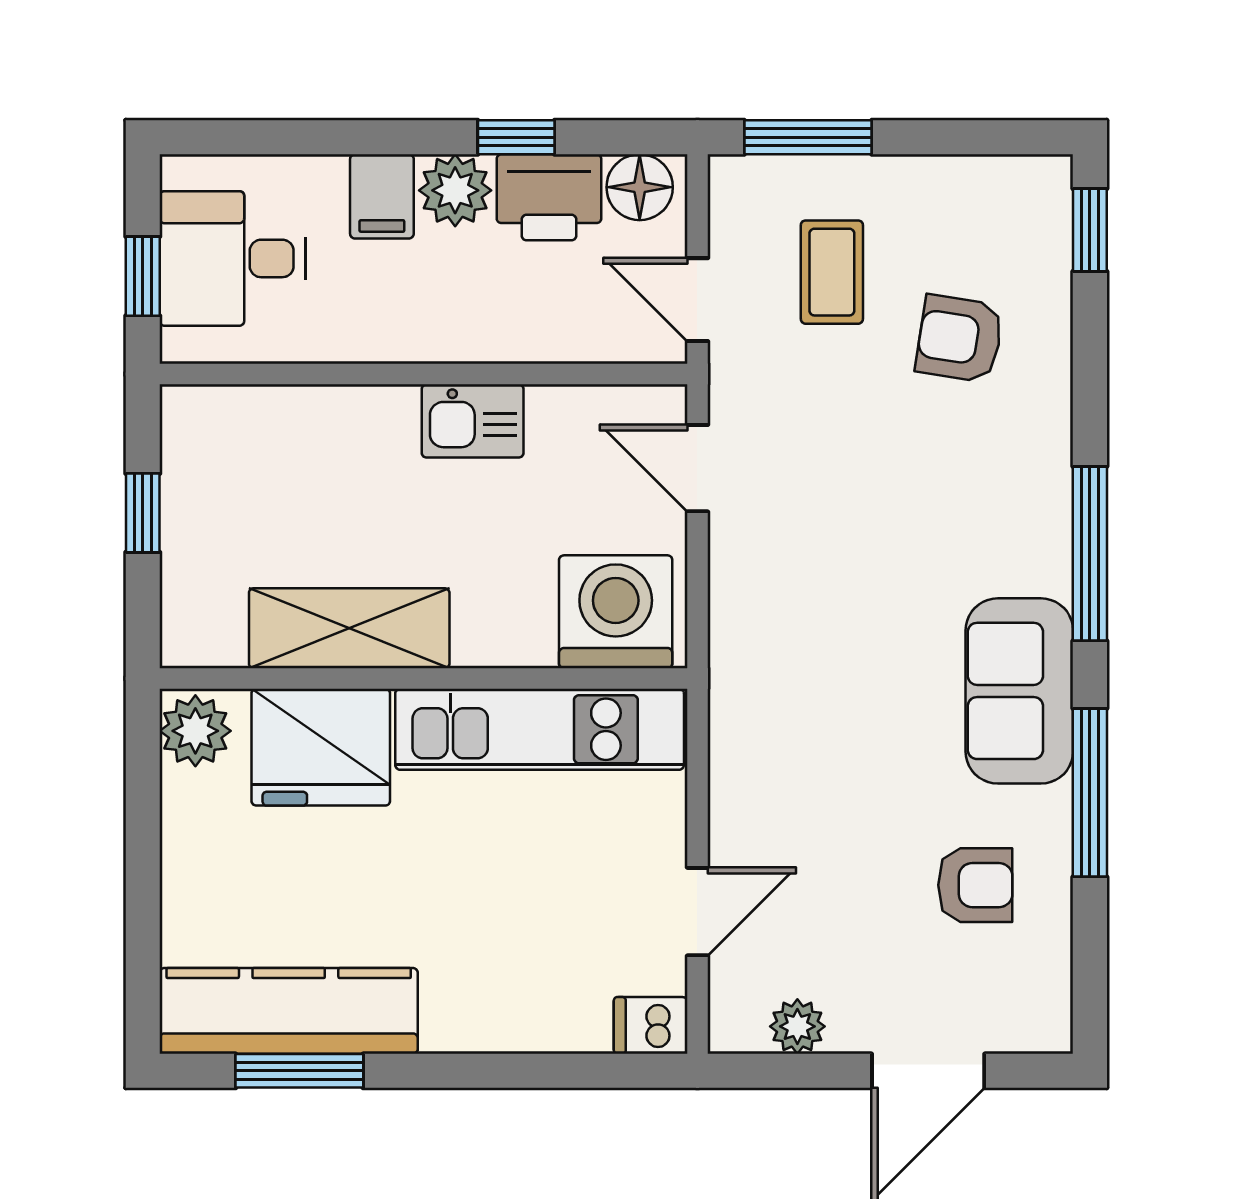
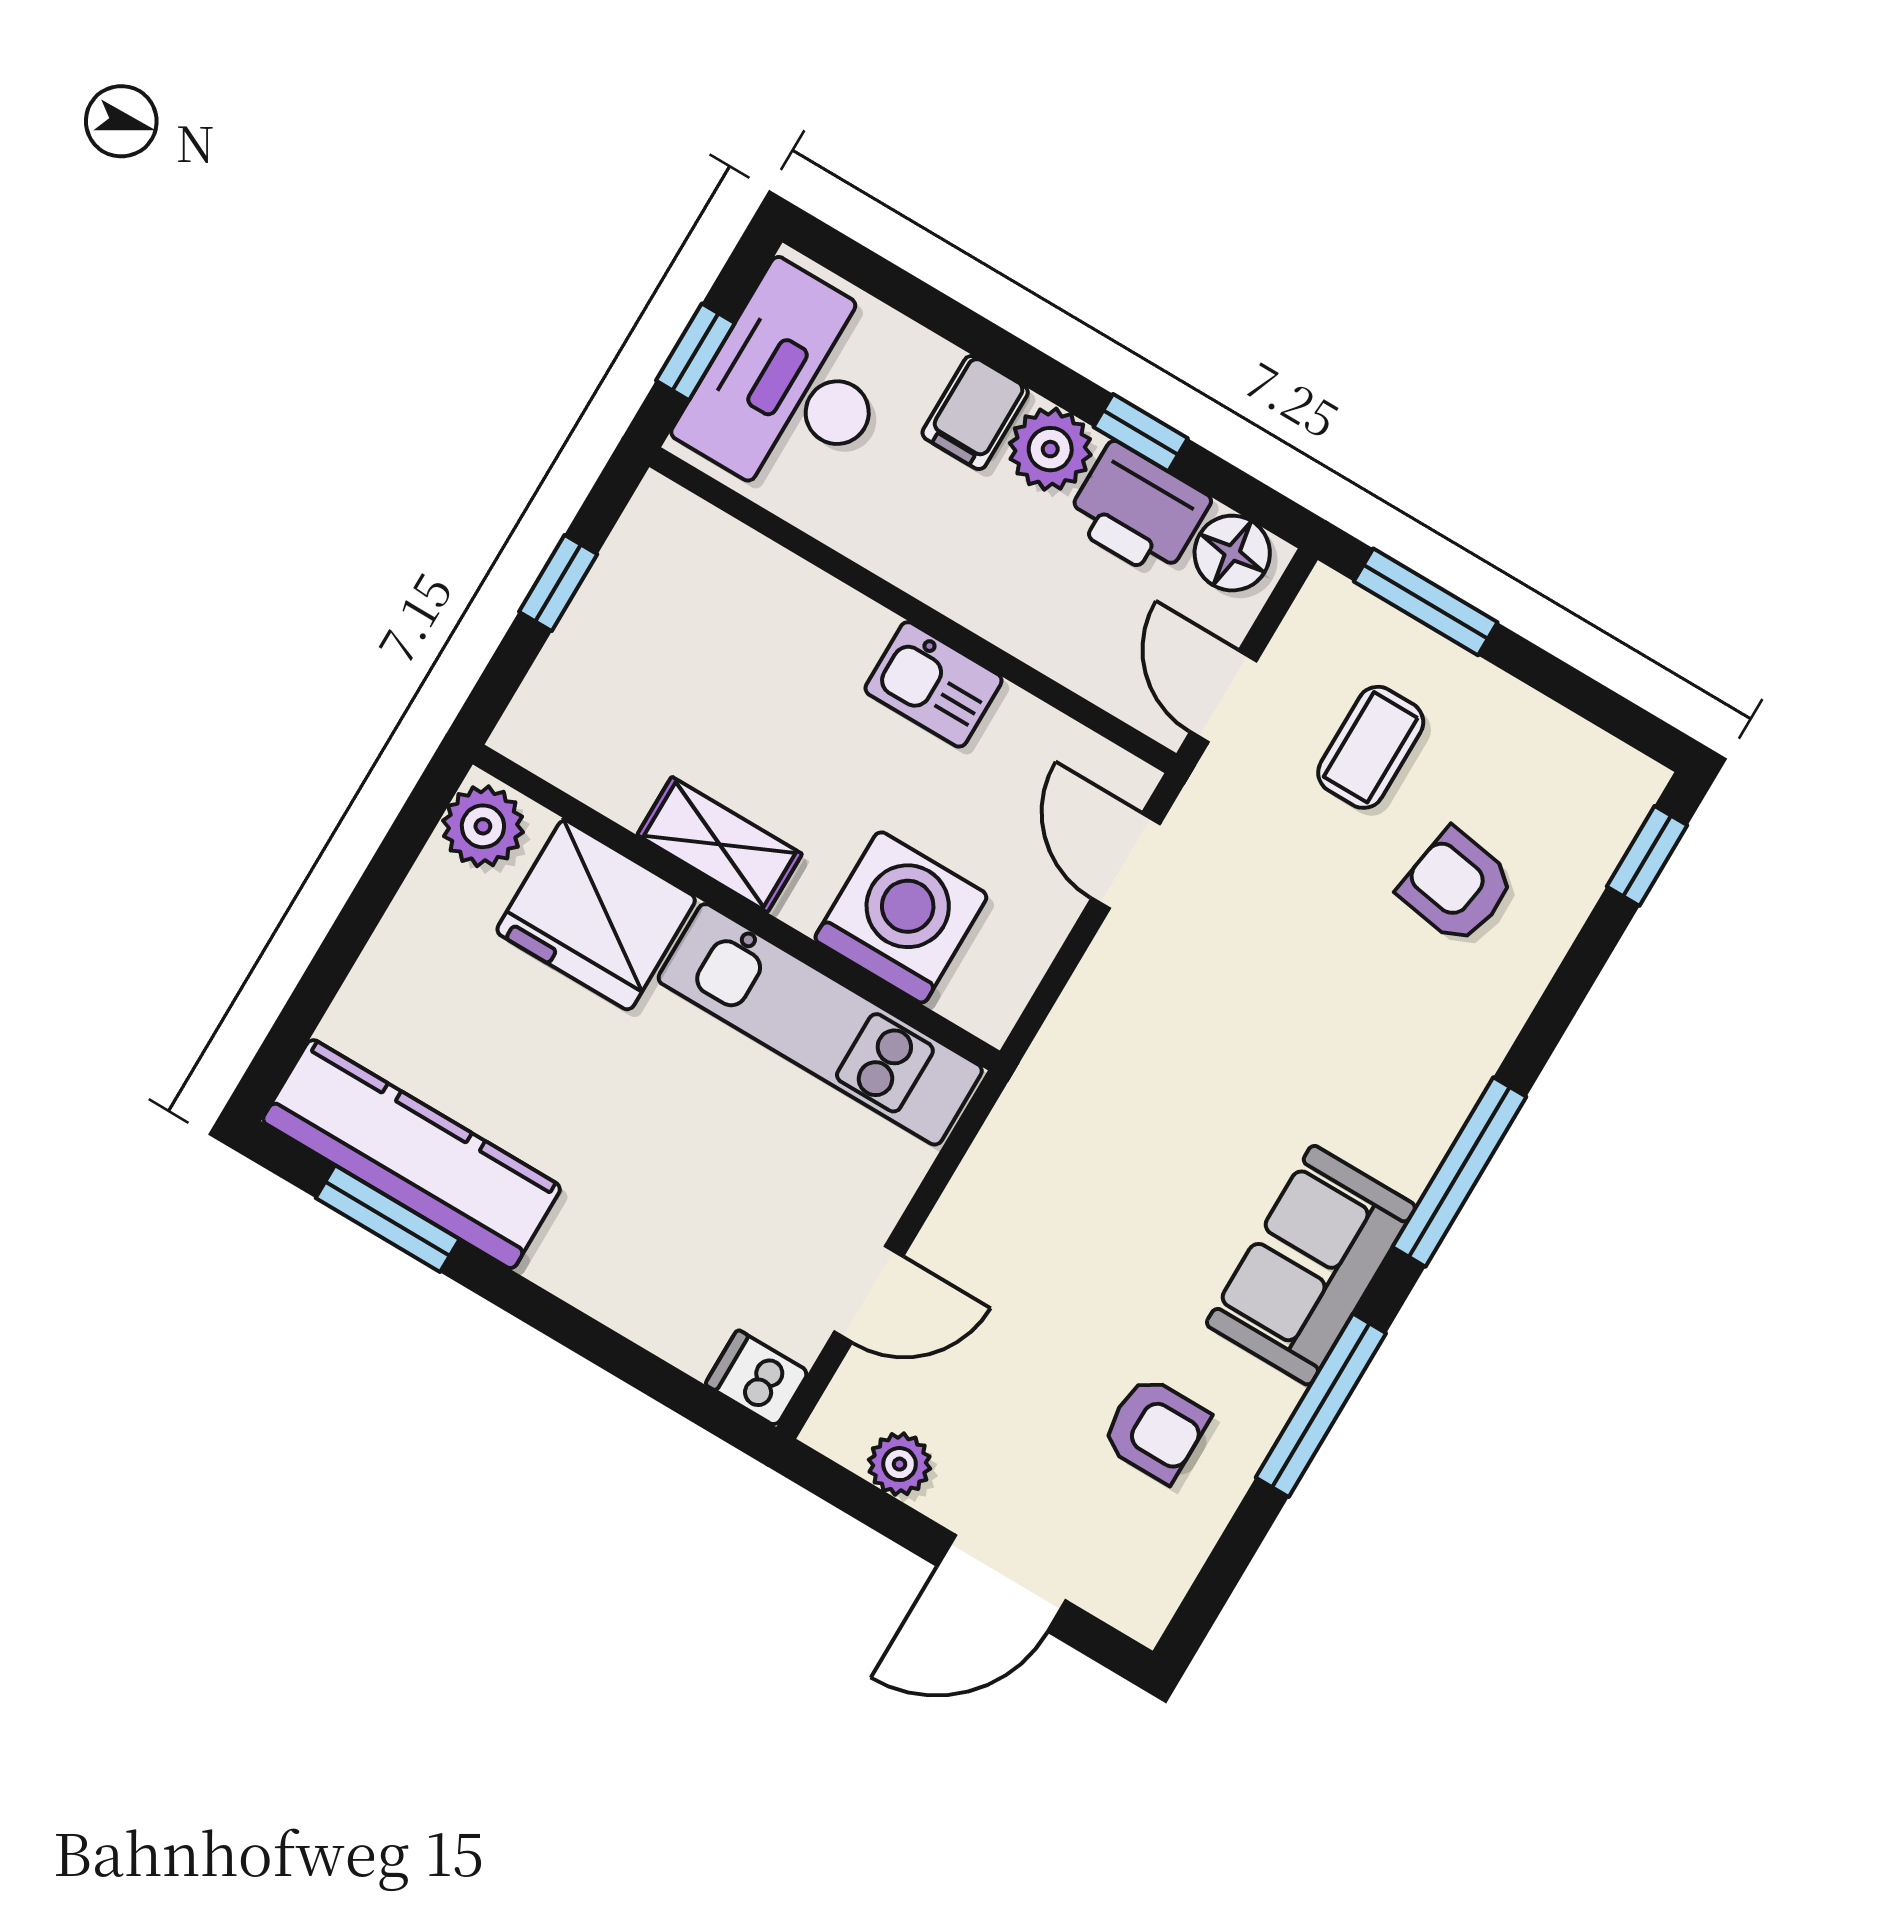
desk: (232, 258) -> (793, 386), width x1.37
washing machine: (616, 612) -> (901, 917), moved
shelving: (349, 628) -> (720, 844), width x0.67, depth x0.75

